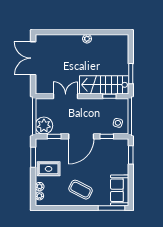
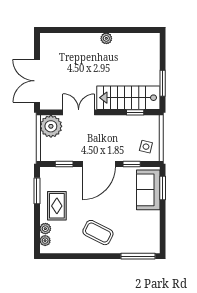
double door: (33, 58) -> (37, 81), moved
plant: (44, 126) -> (51, 126), moved
rug: (49, 169) -> (57, 206), turned 90
sofa: (120, 190) -> (148, 190), moved

